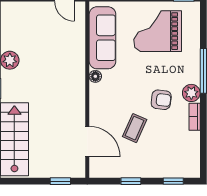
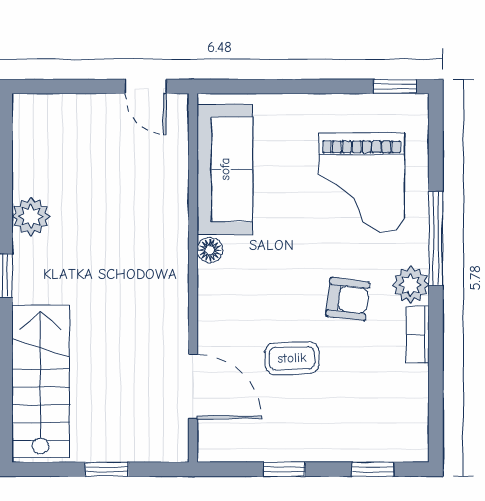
grand piano: (158, 31) -> (362, 183), moved, turned -90
coffee table: (135, 128) -> (292, 358), turned 64
window: (60, 181) -> (107, 469), moved

